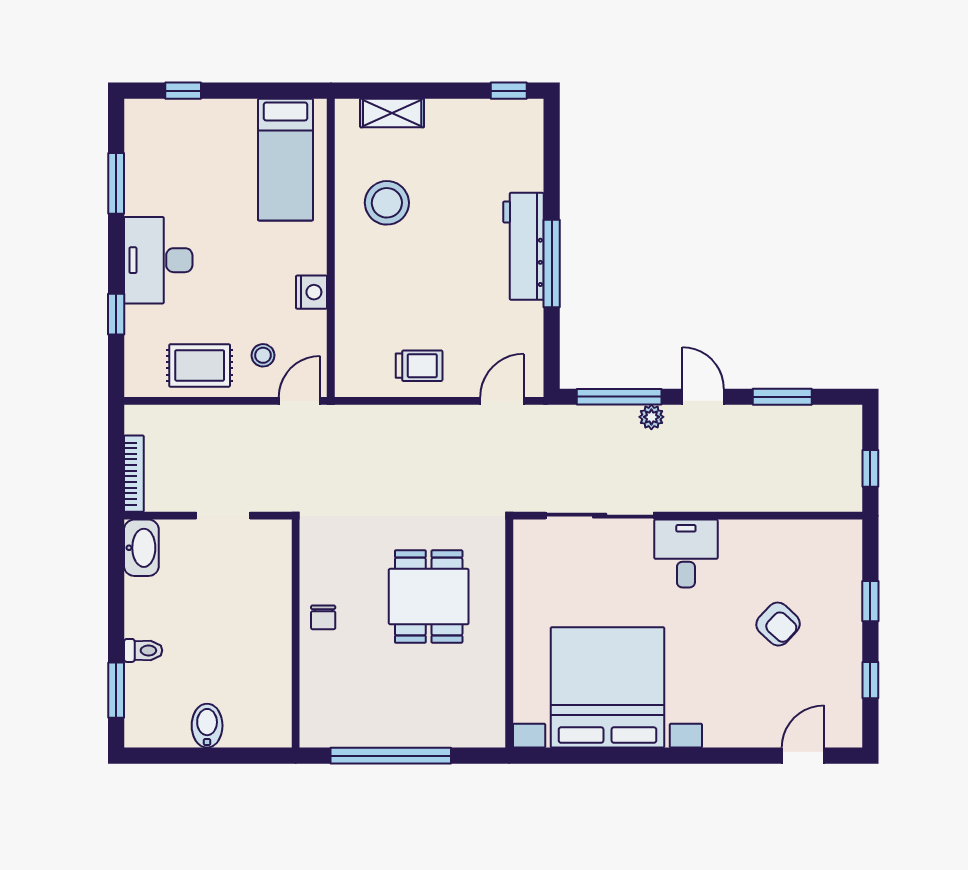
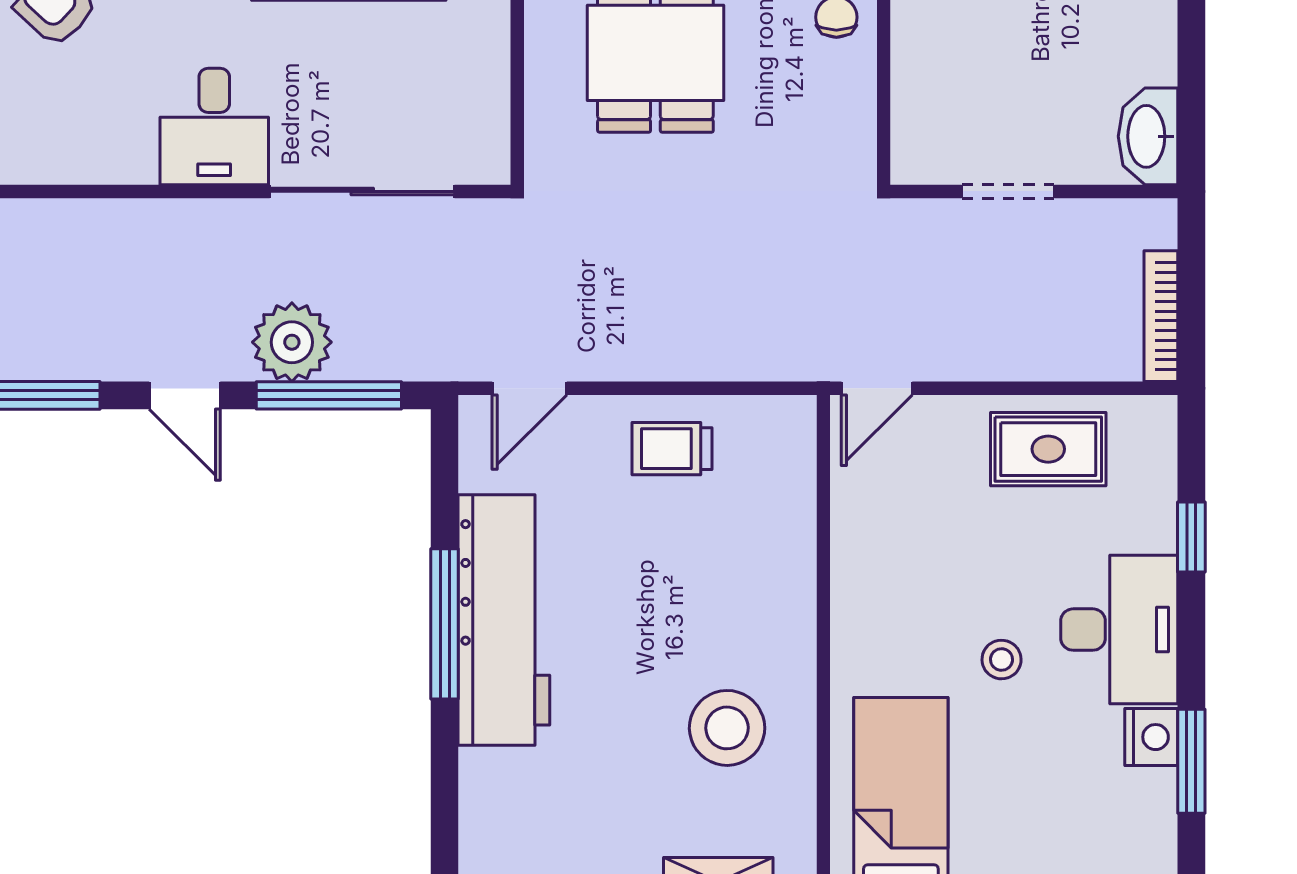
workbench: (524, 246) -> (504, 620), width x1.36, depth x1.32
nightstand: (311, 292) -> (1151, 737), moved, turned 180
stool: (263, 355) -> (1002, 660), moved
plant: (651, 417) -> (292, 342), width x1.88, depth x1.88
bookcase: (134, 474) -> (1161, 316), moved

